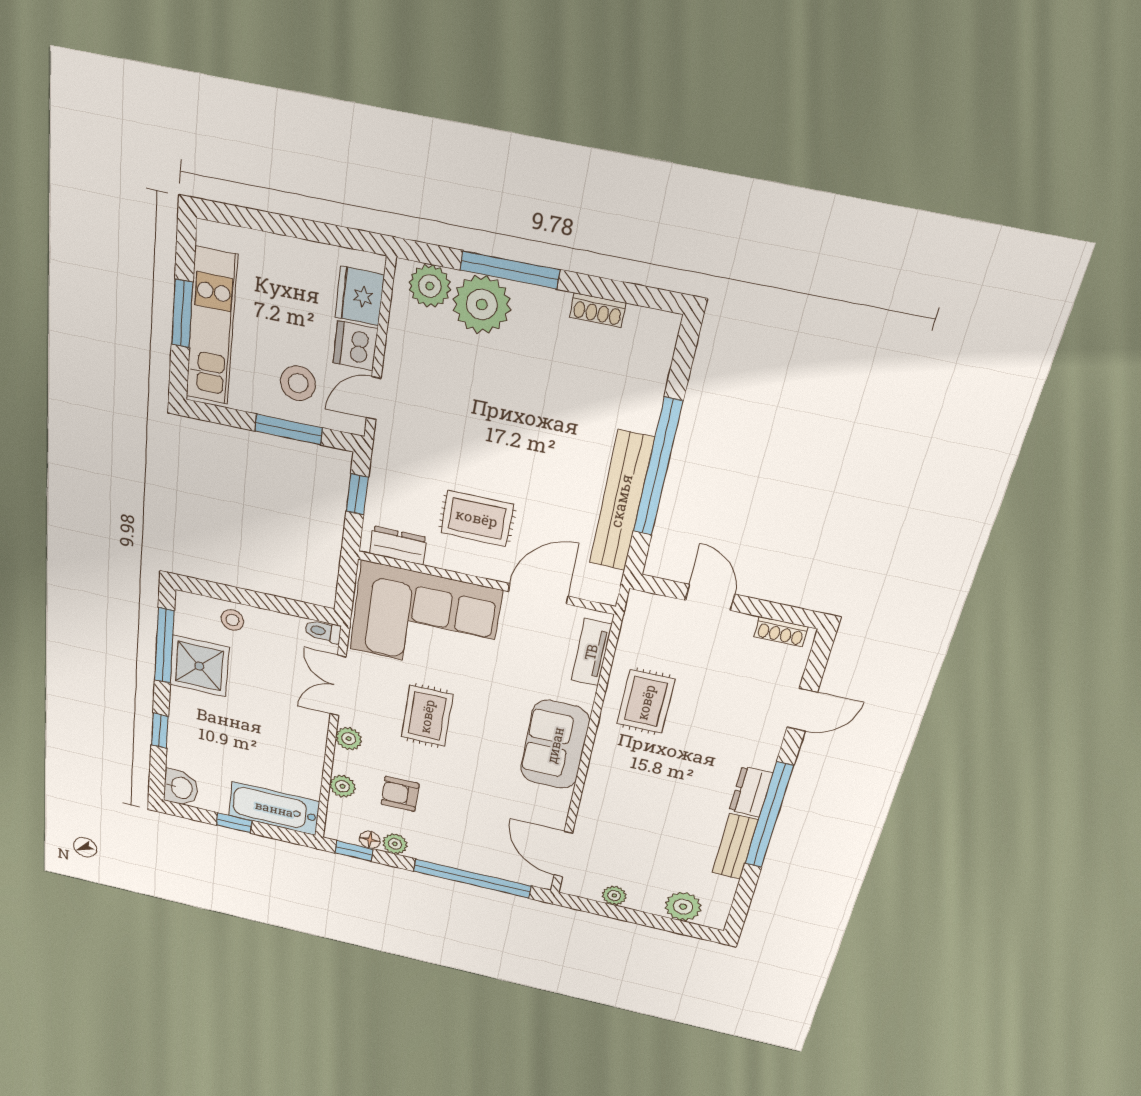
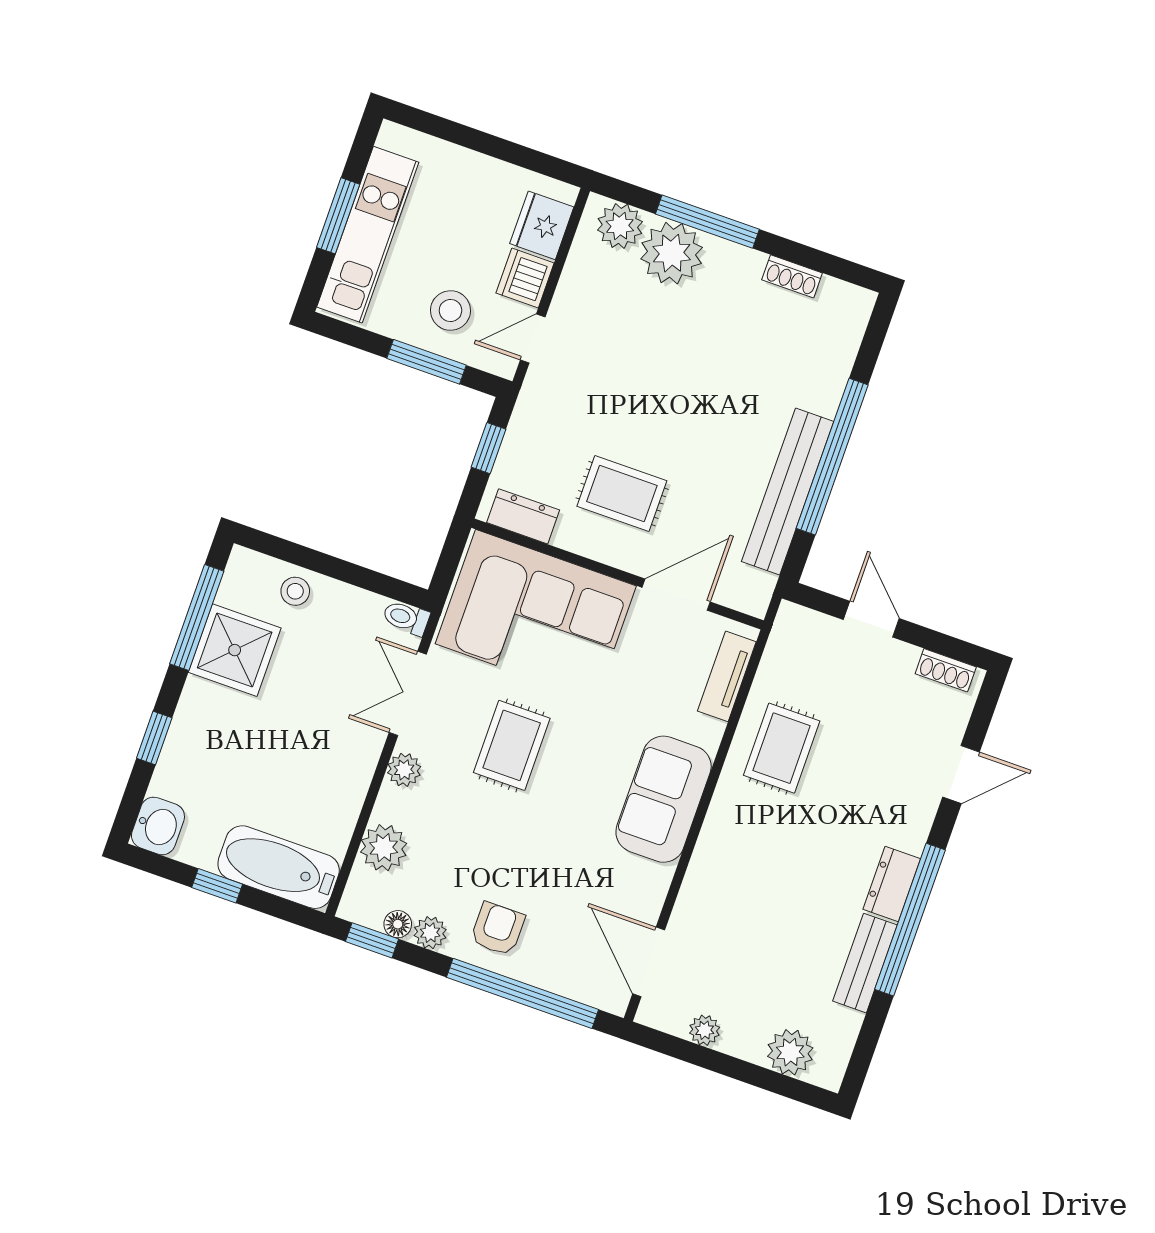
plant: (343, 786) -> (384, 848), width x1.38, depth x1.38
armchair: (400, 794) -> (498, 929), moved, turned 90

